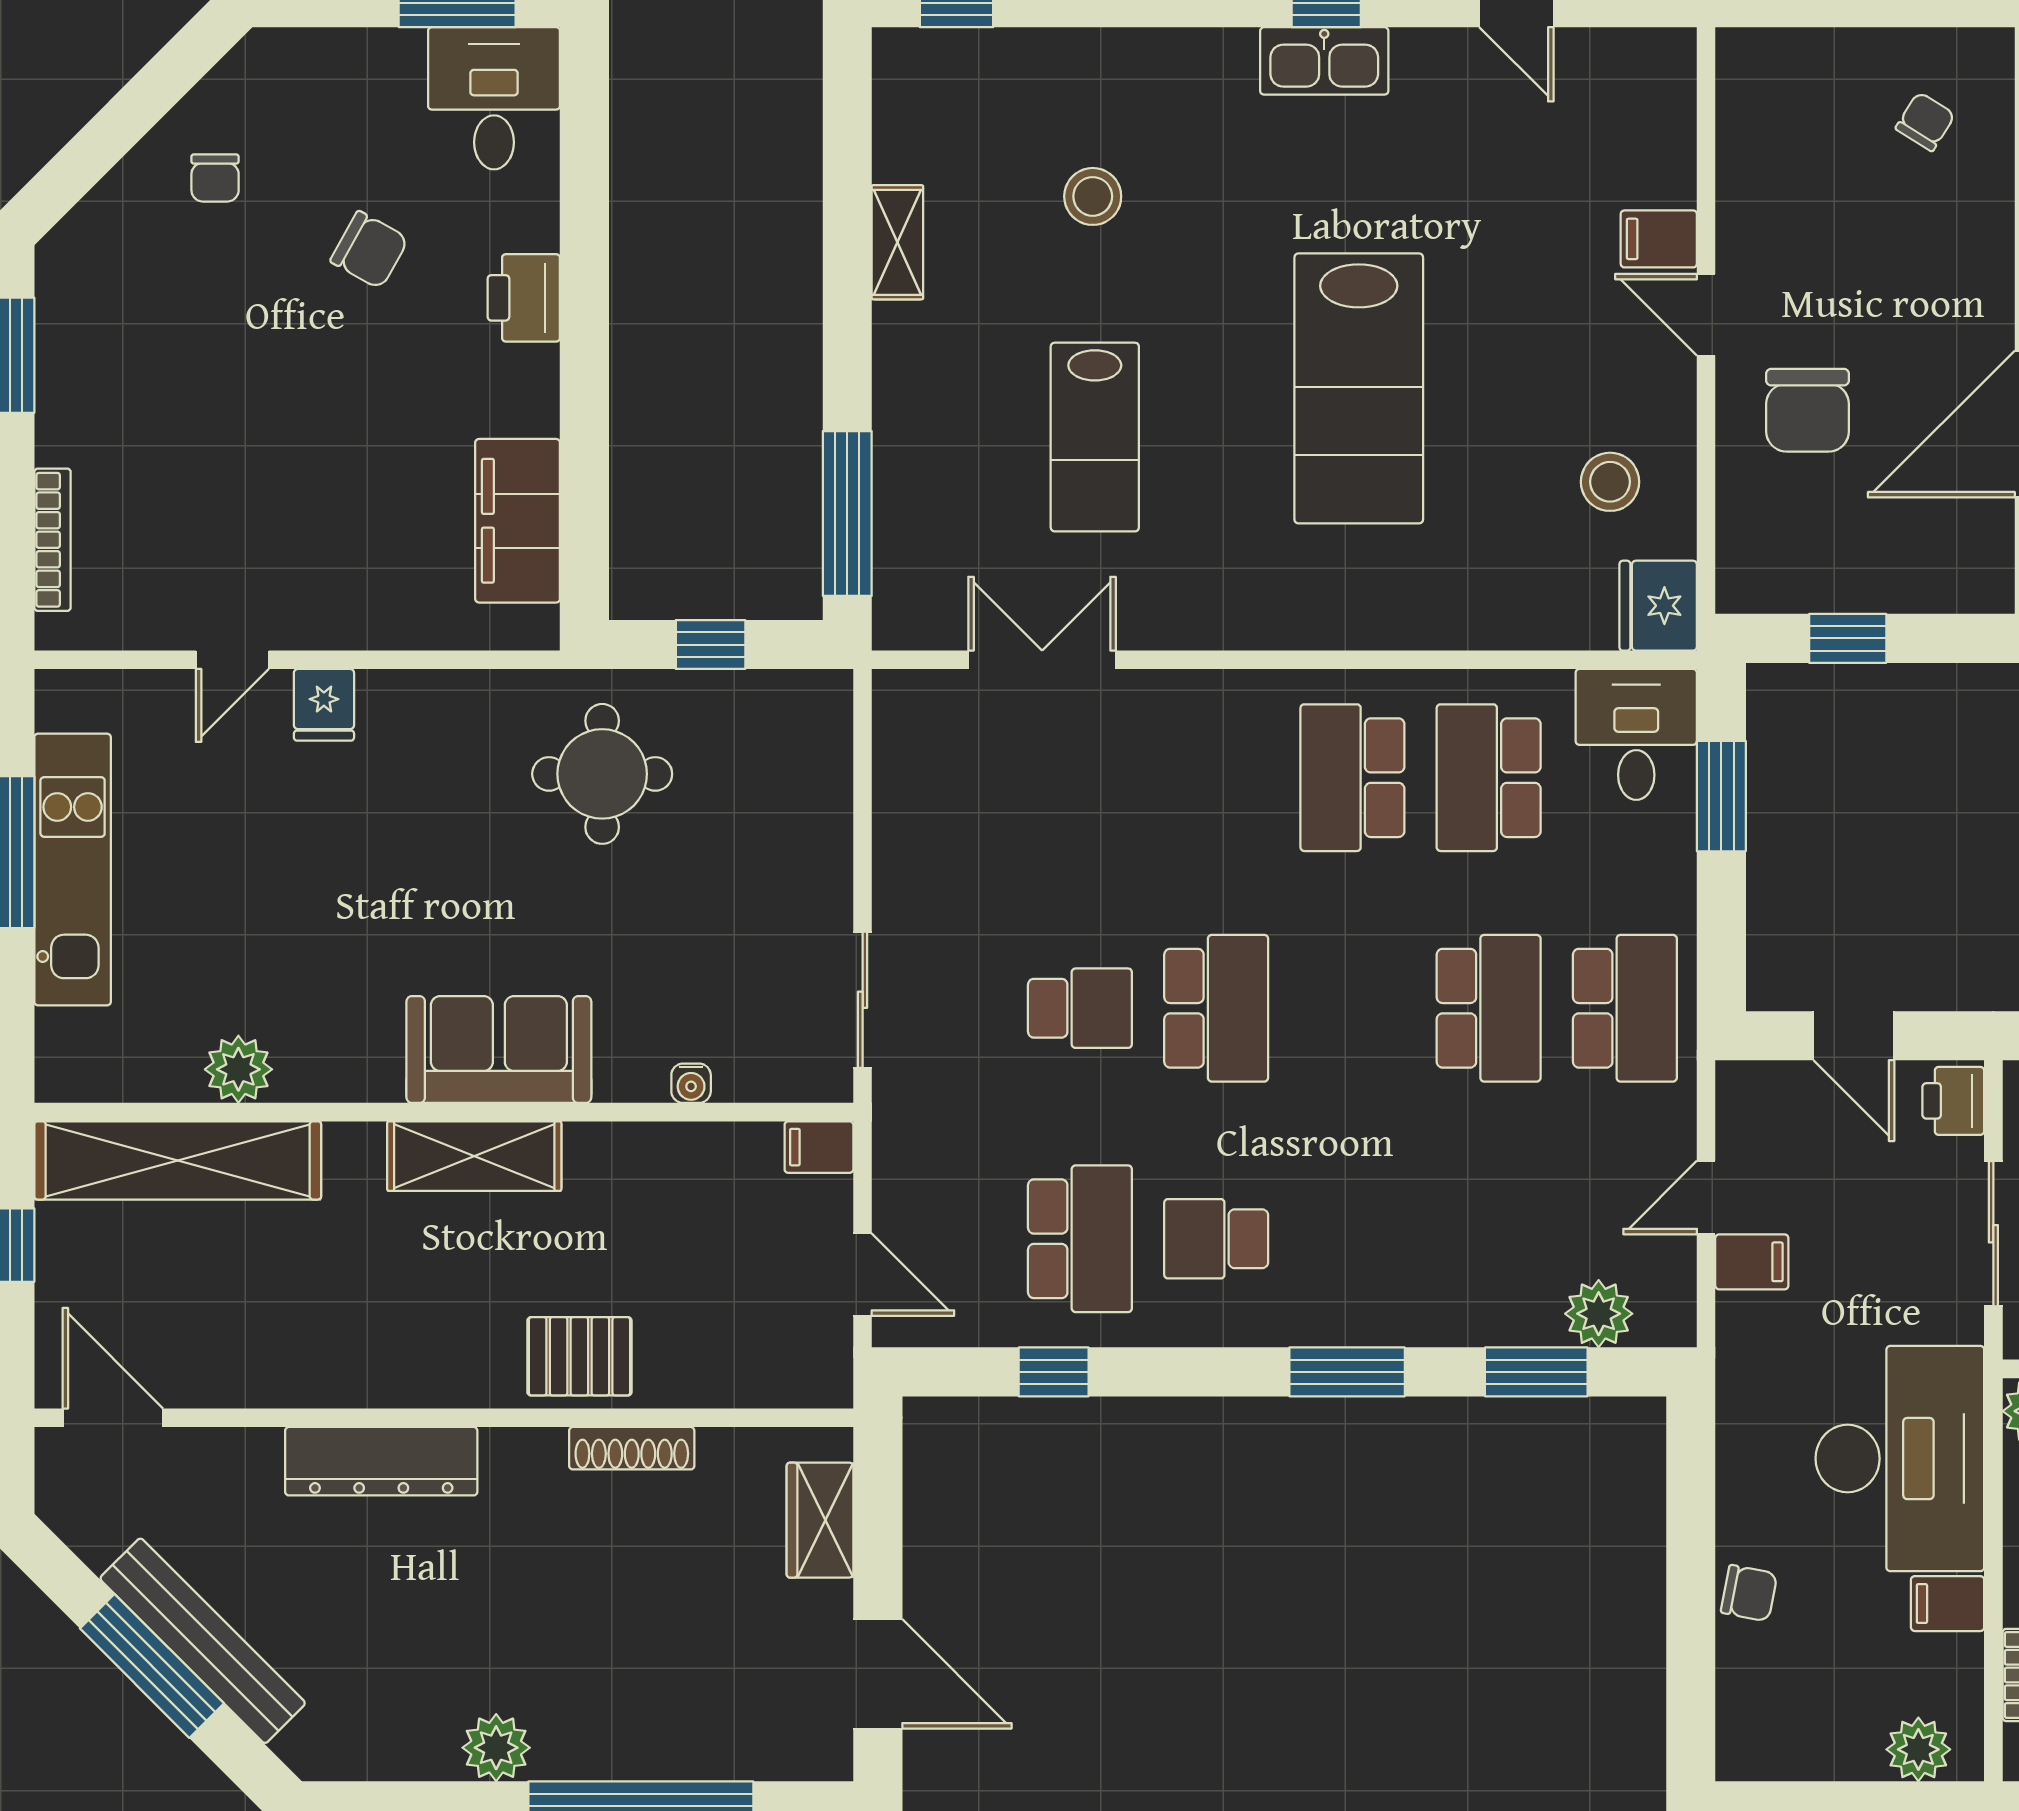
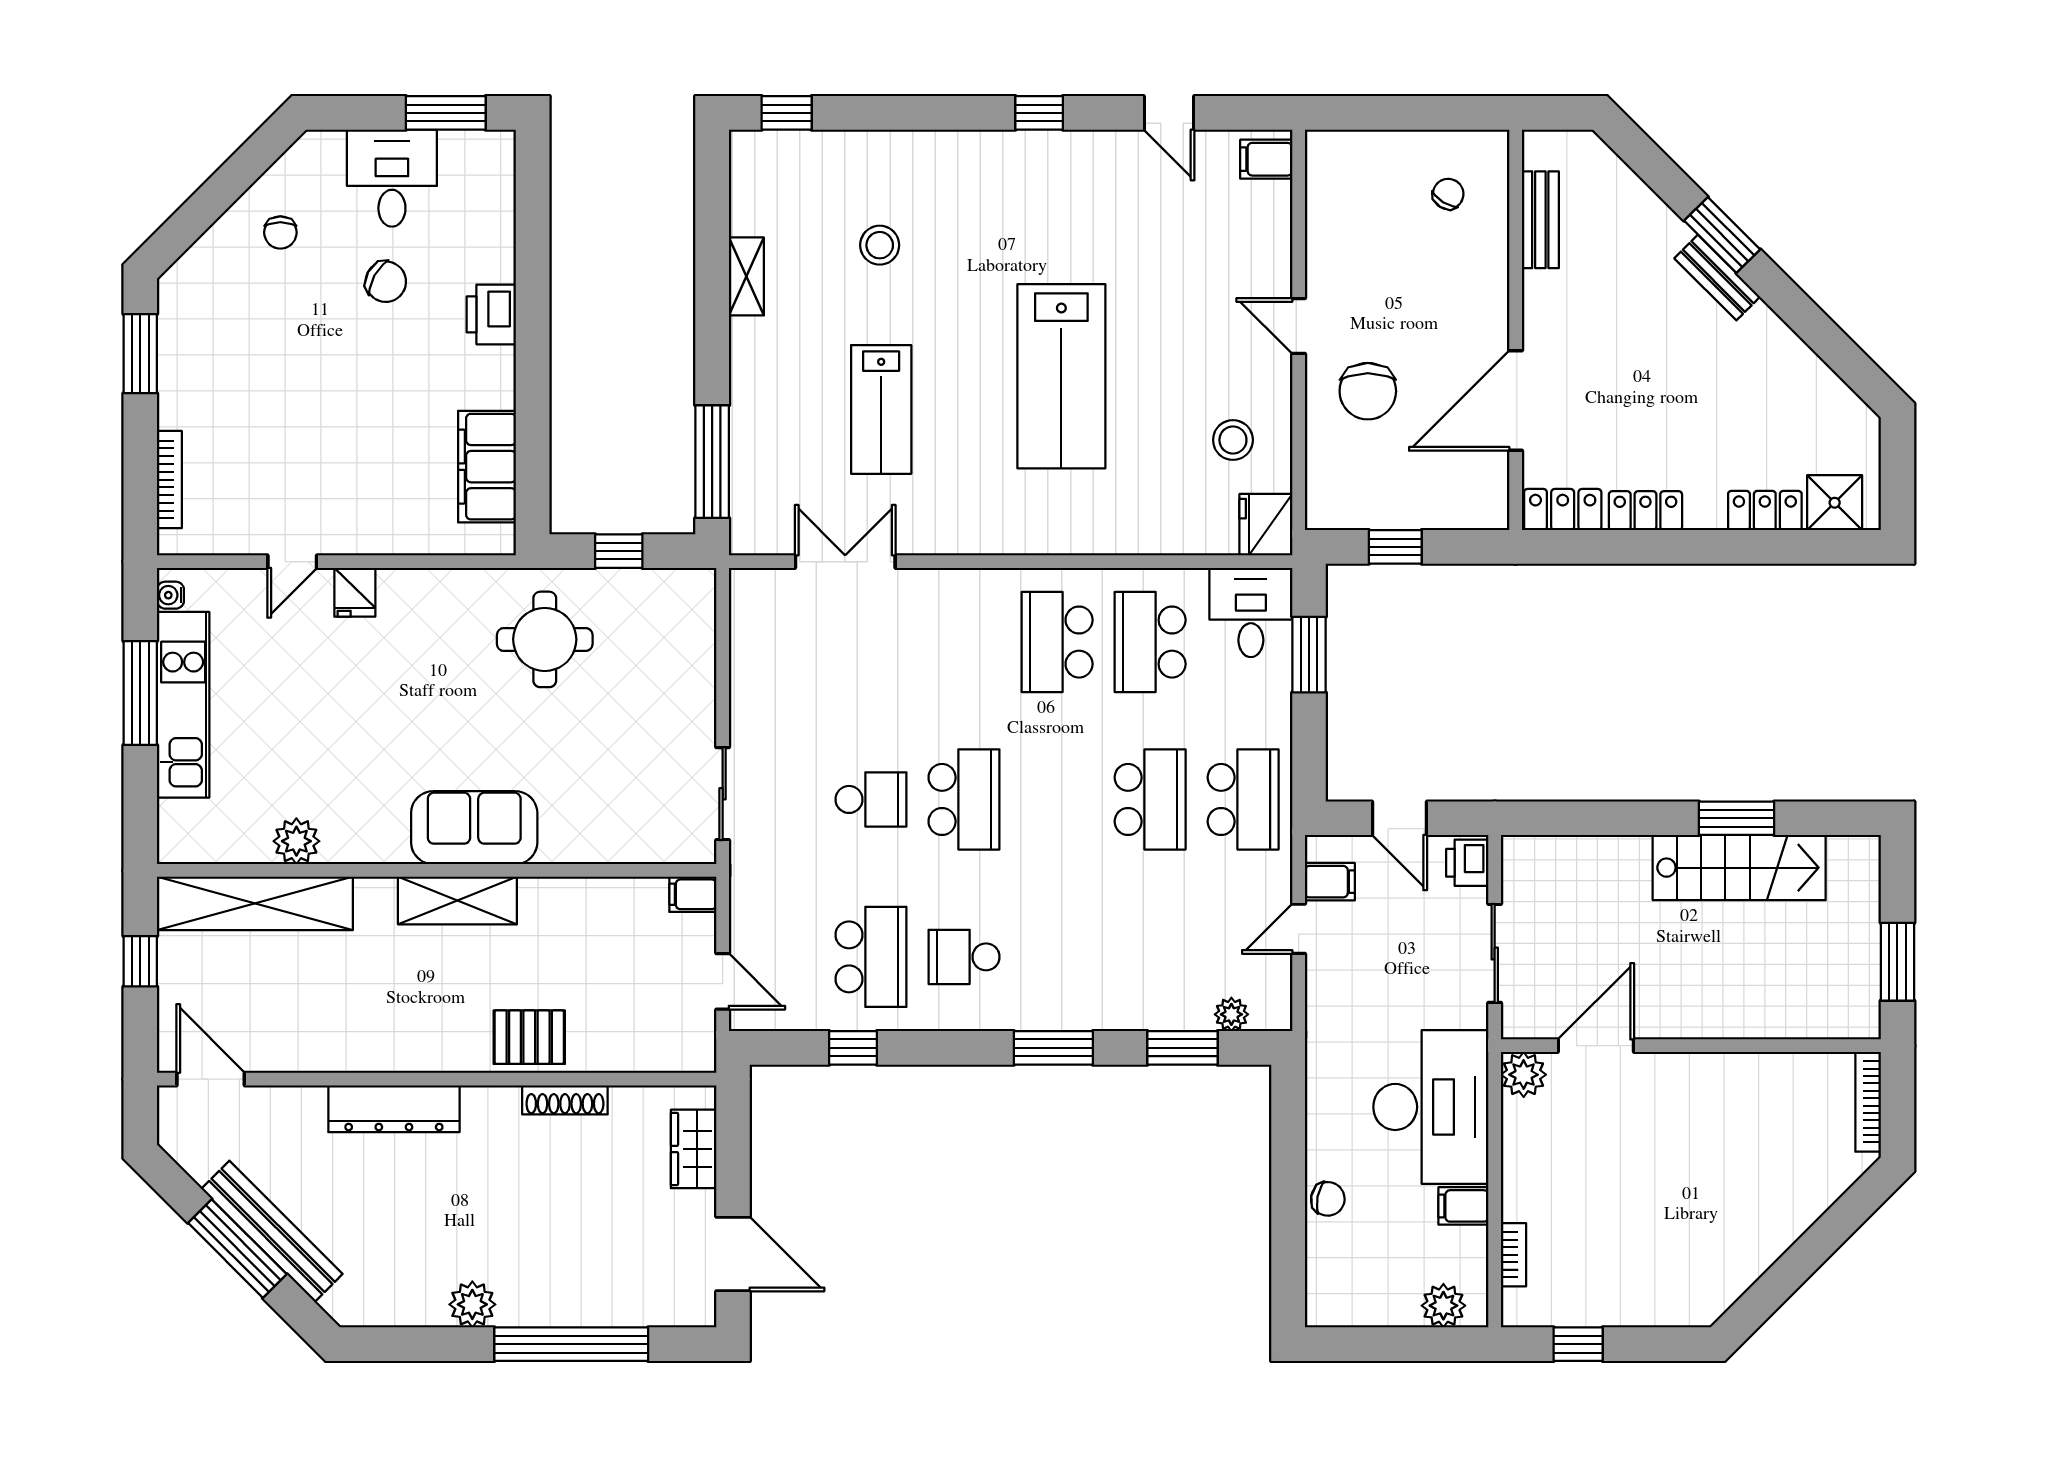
kitchen sink: (1324, 61) -> (1038, 153), removed
desk: (494, 98) -> (392, 178), moved
filing cabinet: (1659, 239) -> (1266, 159), moved
water cooler: (691, 1083) -> (170, 595), moved, turned 90
filing cabinet: (1752, 1262) -> (1330, 882), moved
plant: (1599, 1314) -> (1231, 1014), width x0.73, depth x0.73

